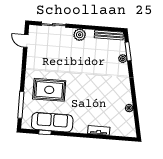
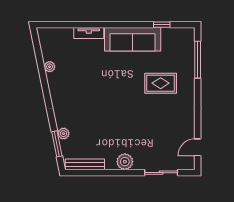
door: (26, 41) -> (198, 147), swing flipped
rug: (49, 90) -> (161, 83), width x0.73, depth x0.70
sofa: (52, 122) -> (133, 39), moved

